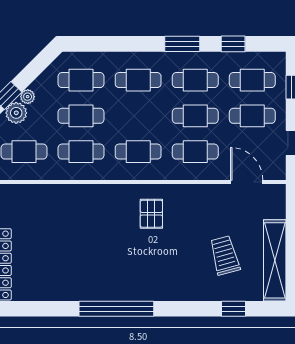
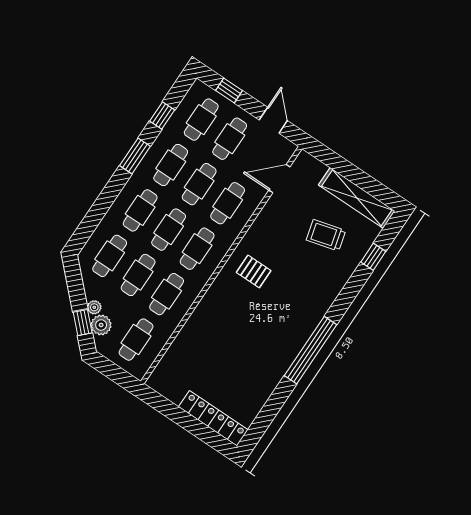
cafe table: (138, 116) -> (169, 230), added

